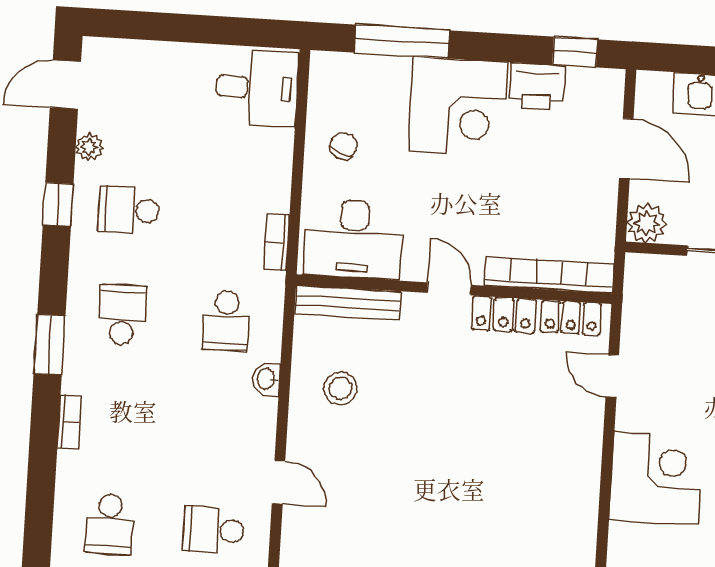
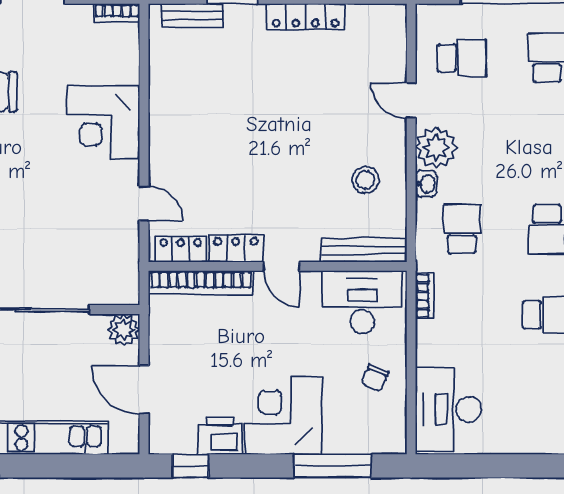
desk: (257, 88) -> (448, 409), width x1.37
plant: (252, 422) -> (436, 148), added

